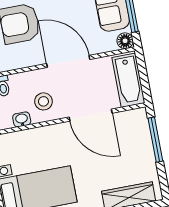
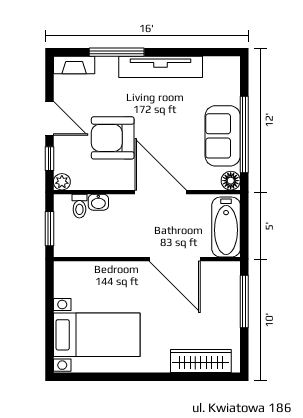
stool: (43, 101) -> (123, 233), removed
washbasin: (22, 119) -> (98, 202), moved, turned 180

